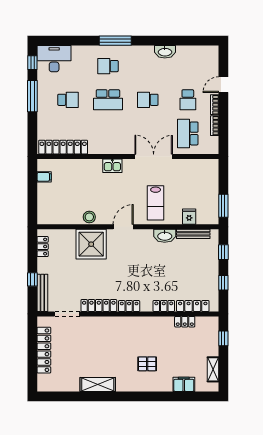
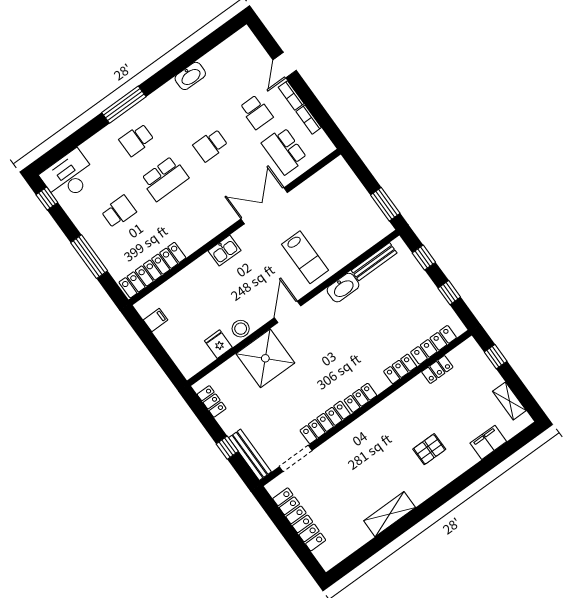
window: (32, 96) -> (89, 257), moved
fridge: (189, 217) -> (218, 344), moved

